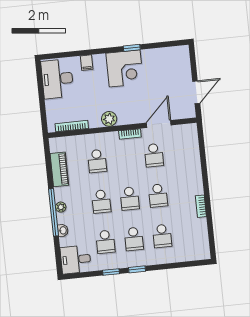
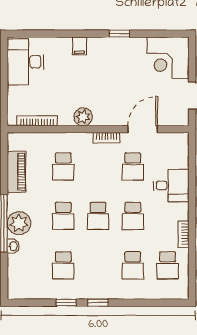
filing cabinet: (87, 63) -> (79, 46), moved
corner desk: (125, 68) -> (168, 58), moved, turned 90
plant: (61, 207) -> (19, 223), width x1.88, depth x1.88
school desk: (134, 239) -> (168, 265), moved
desk: (76, 259) -> (171, 186), moved, turned 180

